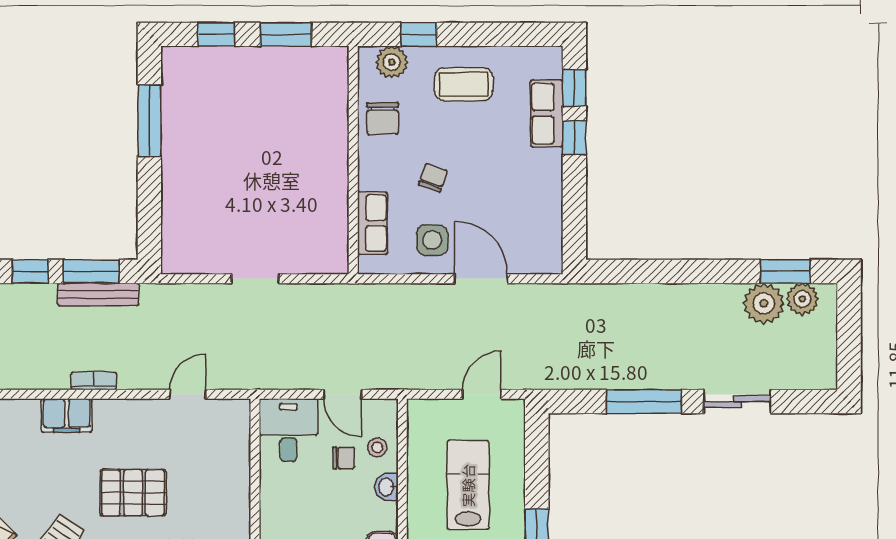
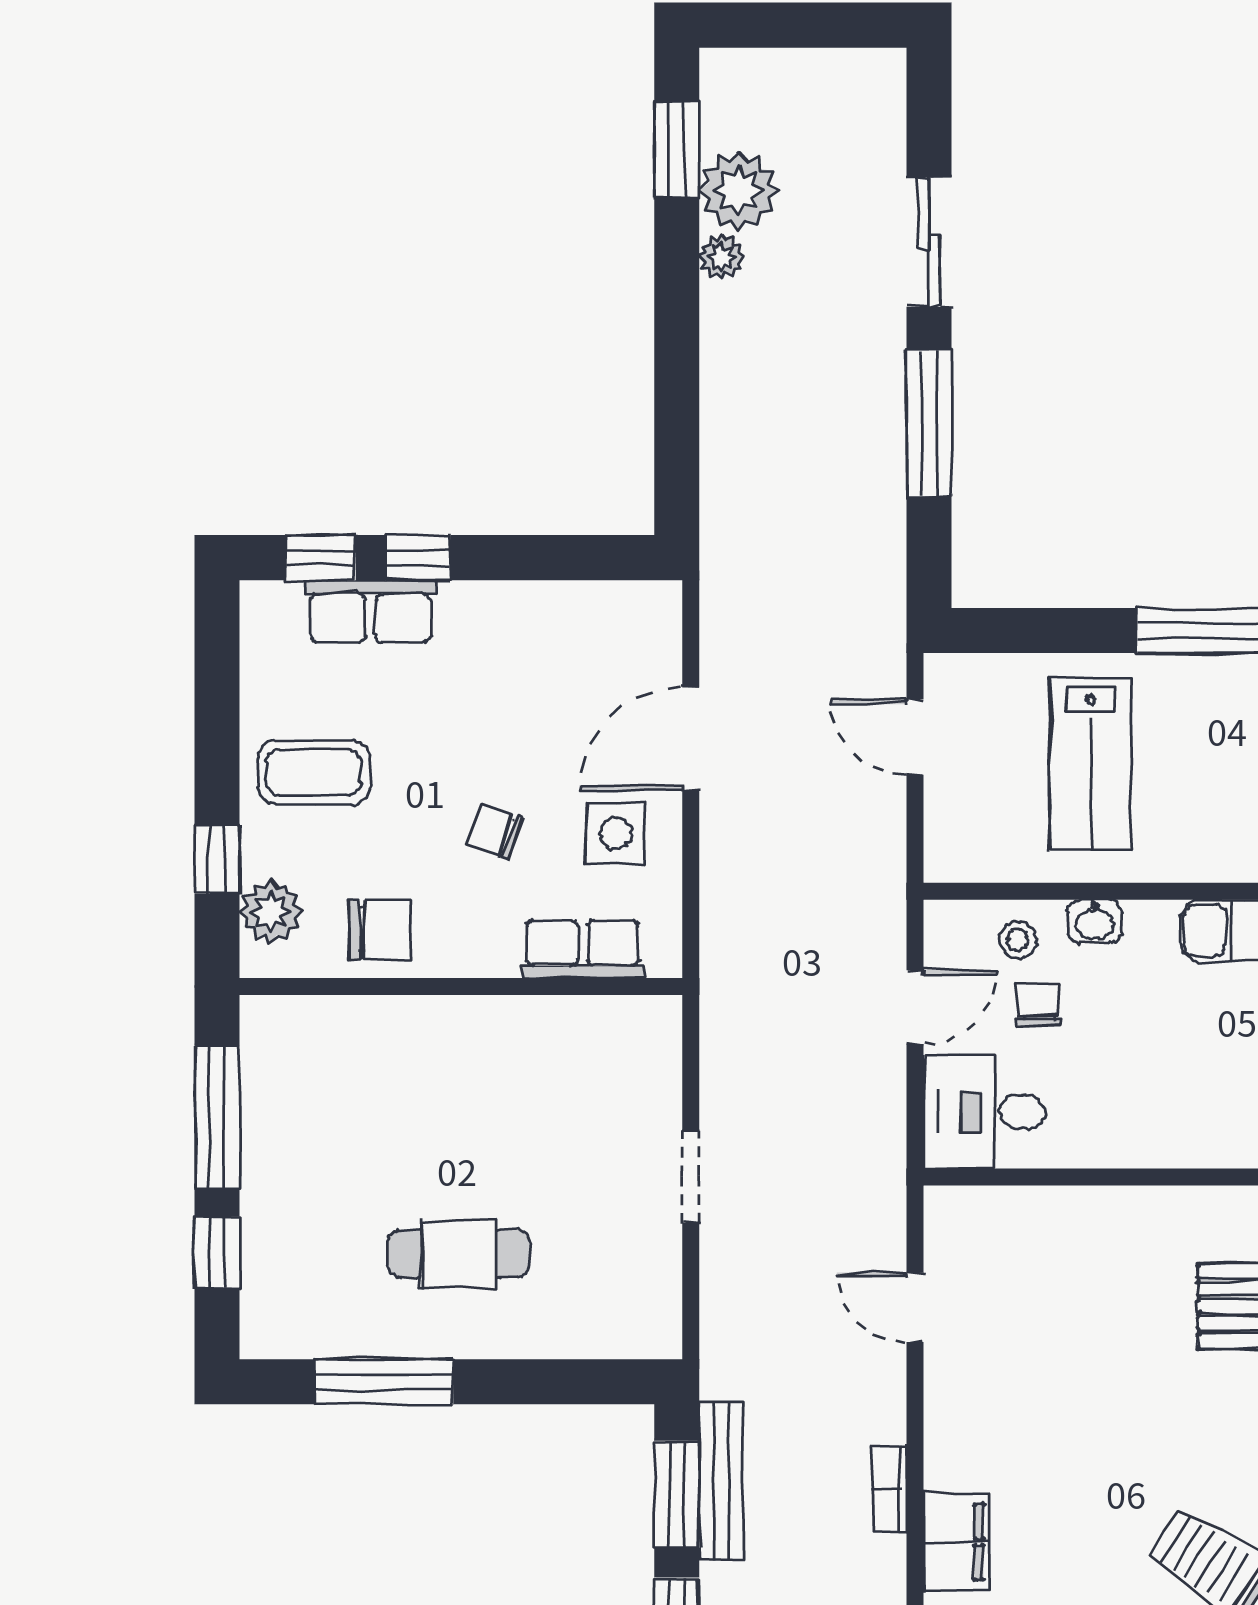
window: (286, 34) -> (217, 1117), width x1.44
coffee table: (464, 84) -> (314, 772), turned 90
cafe table: (216, 159) -> (459, 1253), added
plant: (802, 299) -> (722, 257), moved, width x0.73, depth x0.73
lab bench: (468, 485) -> (1091, 764), turned -90
pallet: (133, 493) -> (1106, 1414), removed

